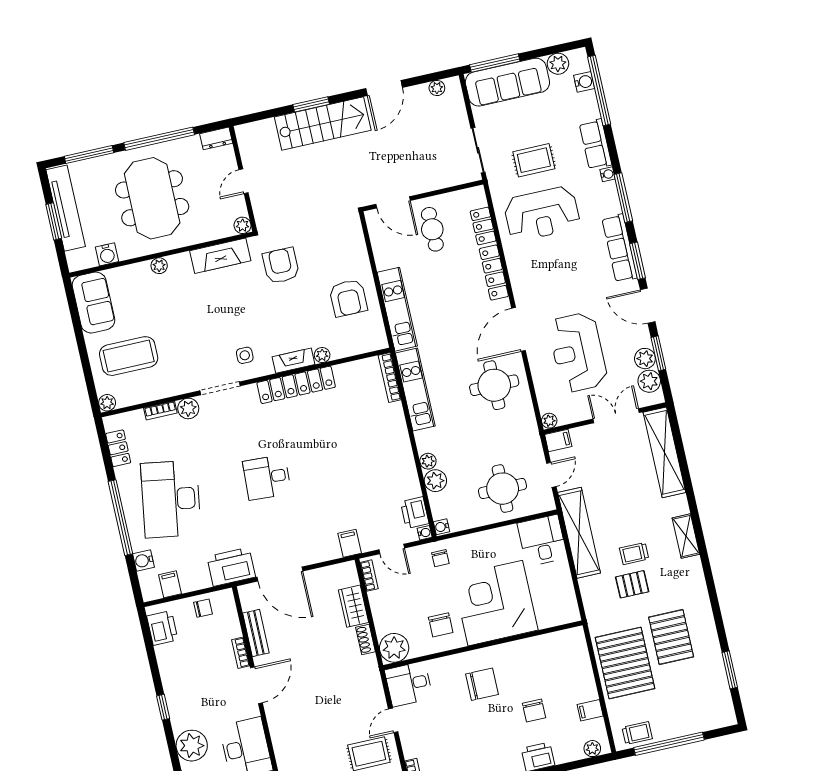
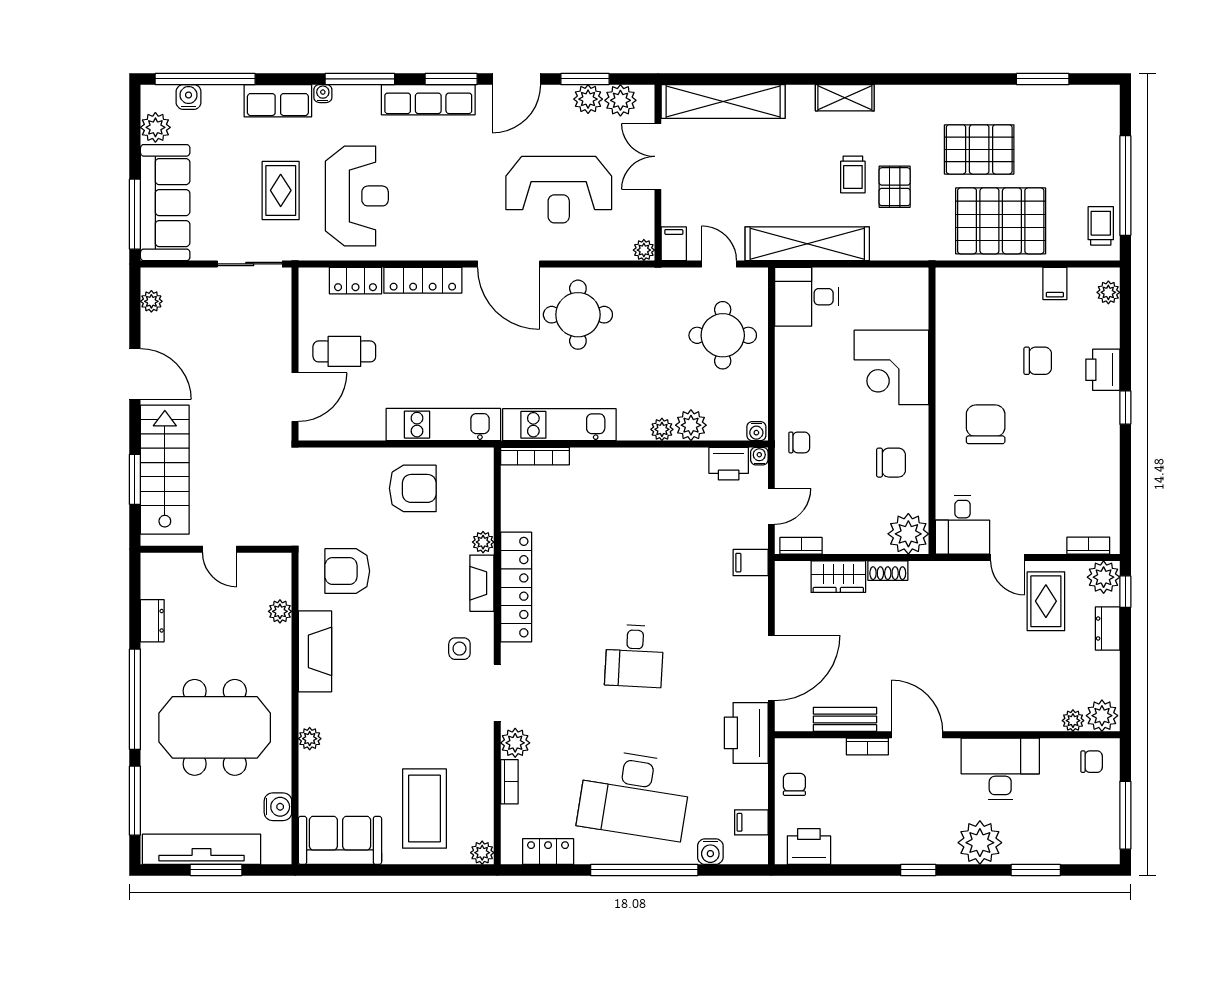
wall: (243, 179) -> (216, 549), moved
door: (244, 181) -> (220, 549), moved
corner desk: (495, 603) -> (891, 367), width x0.74, depth x0.74

